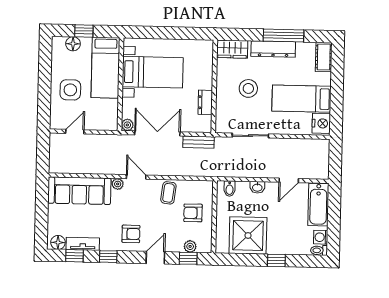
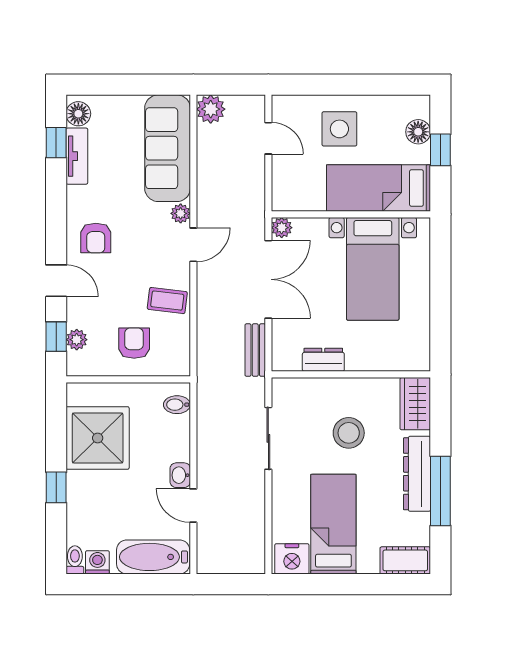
plant: (57, 165) -> (211, 109), added
washbasin: (257, 187) -> (180, 475), moved
window: (108, 257) -> (56, 200), removed

